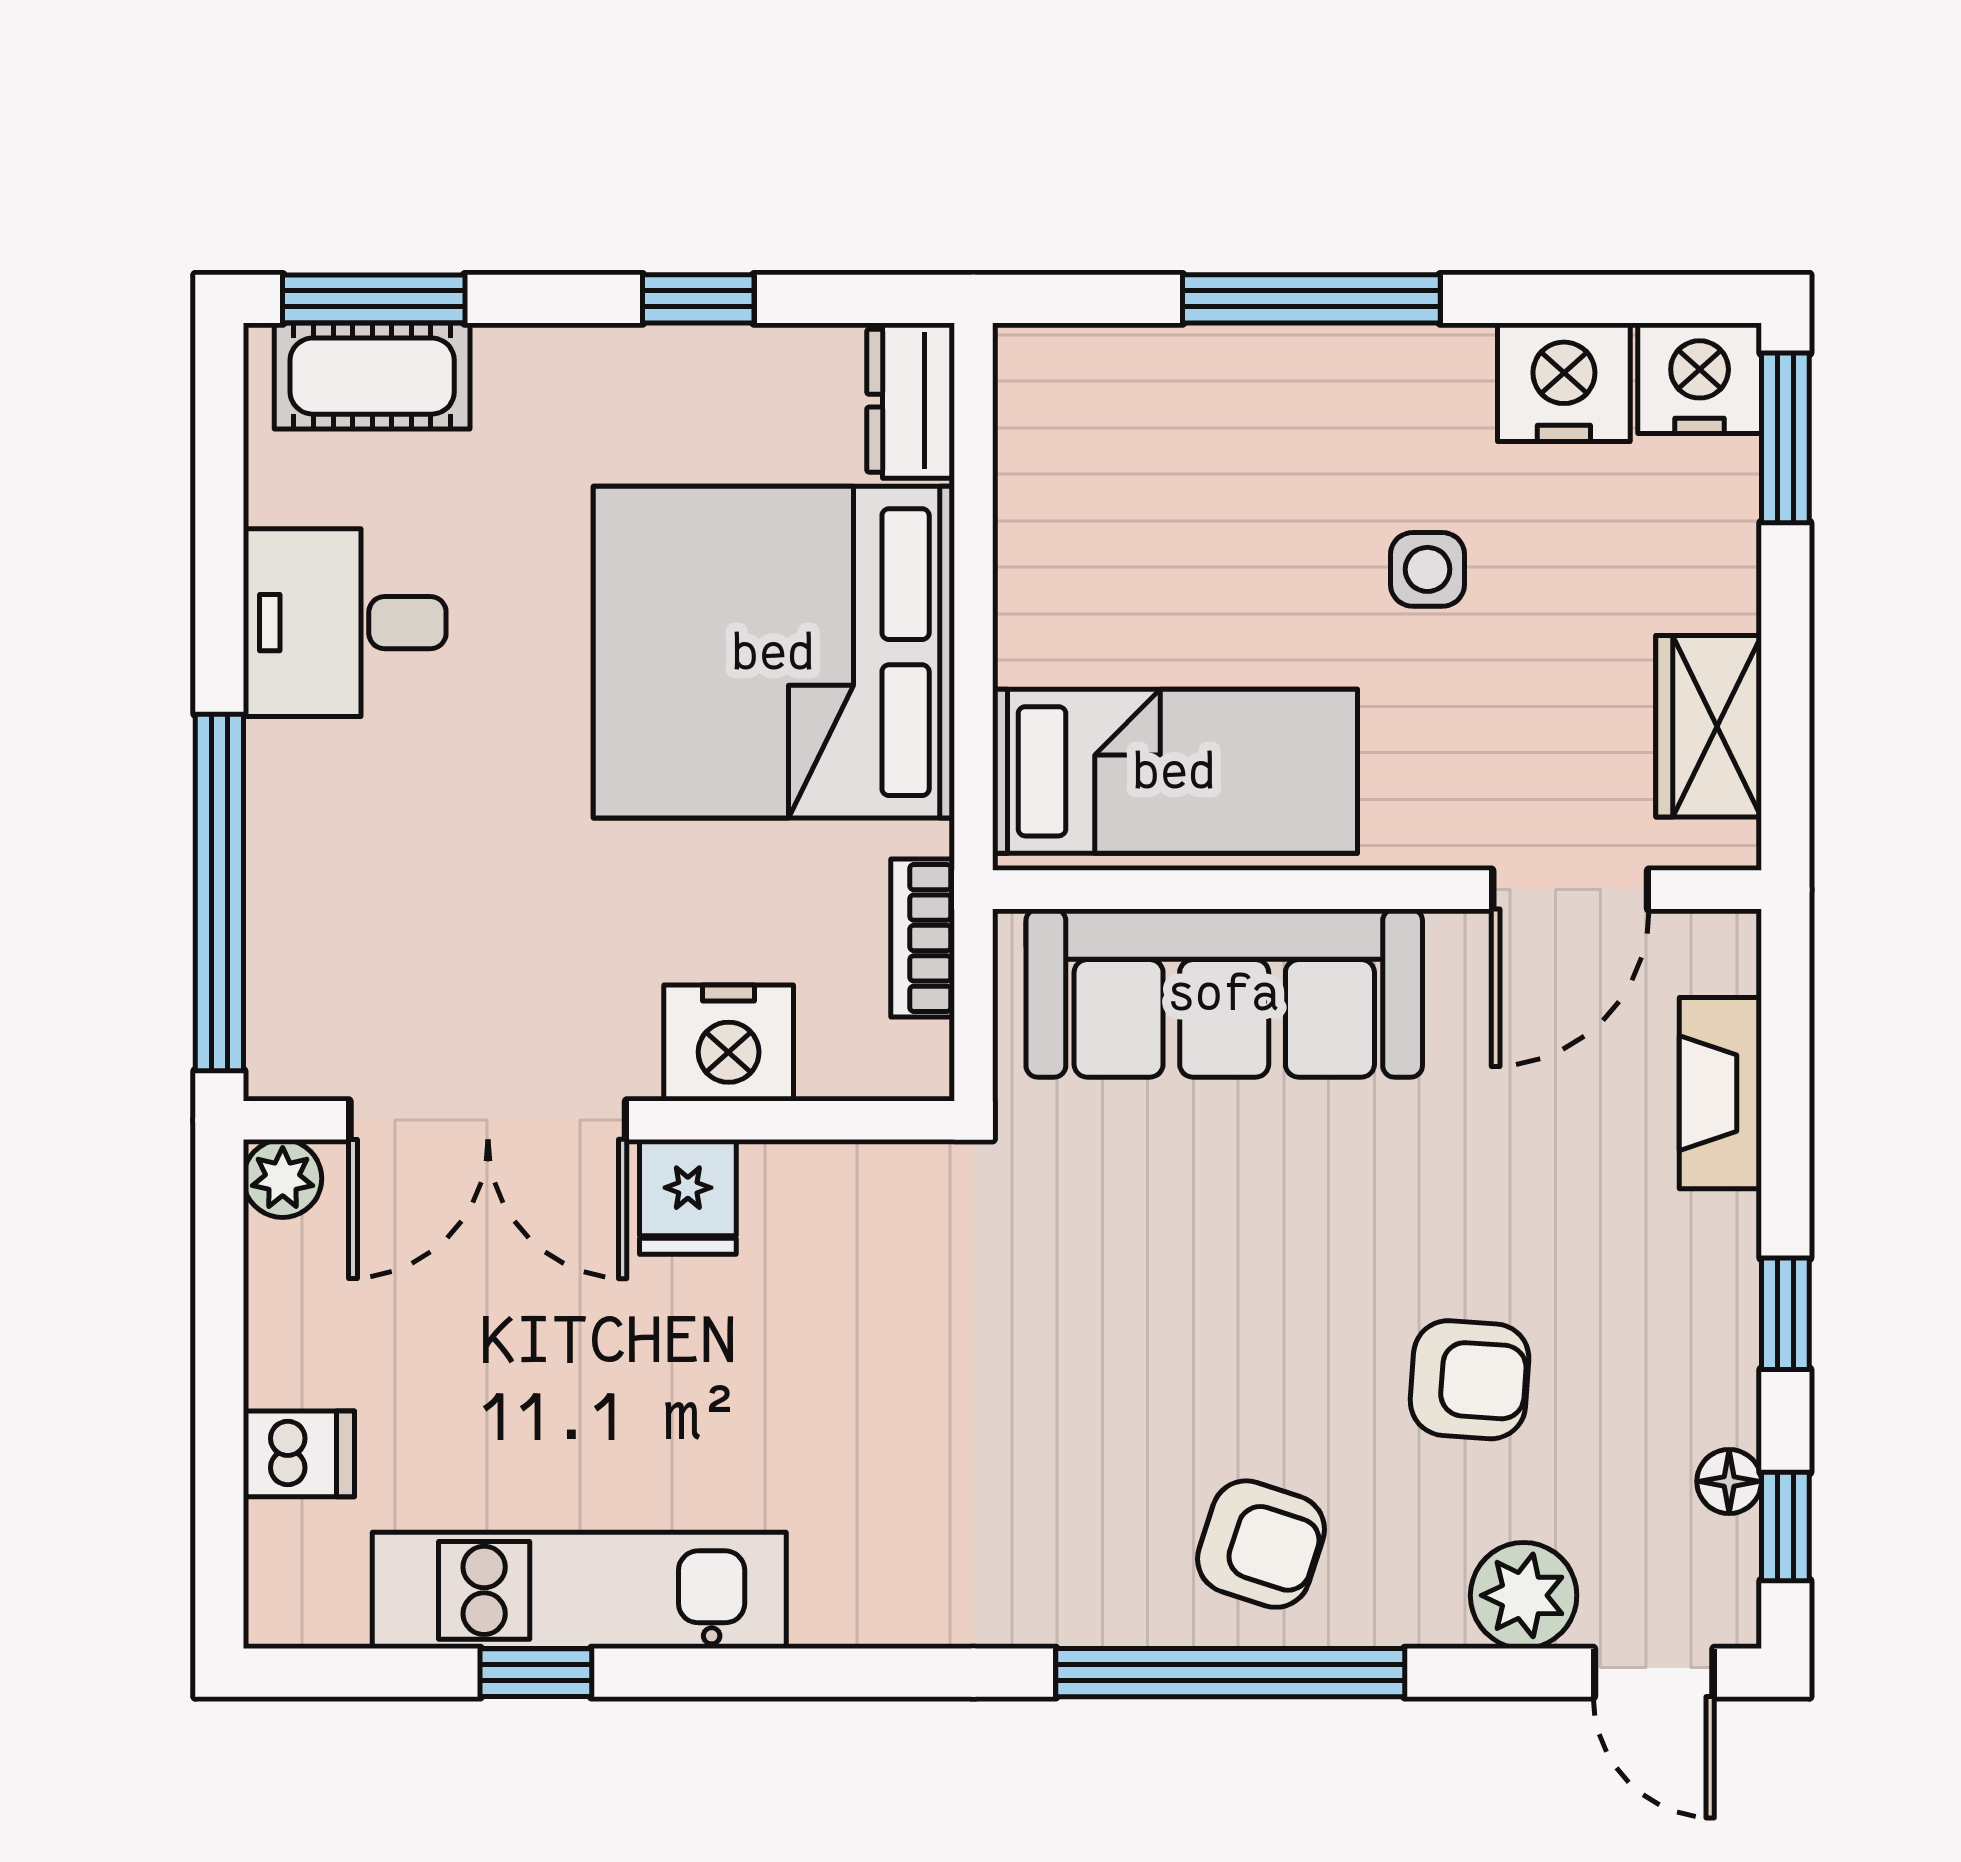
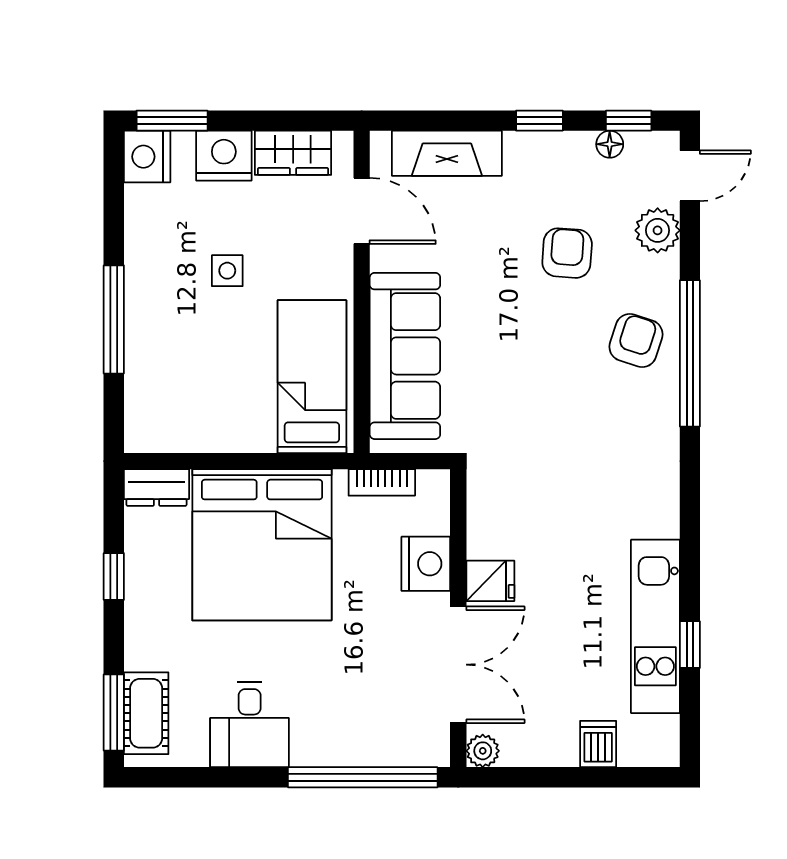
nightstand: (1564, 382) -> (224, 156), moved, turned 90
fireplace: (1720, 1093) -> (447, 153), width x1.37, depth x1.32

